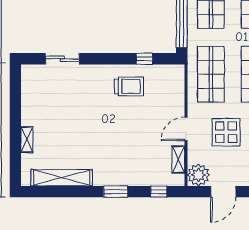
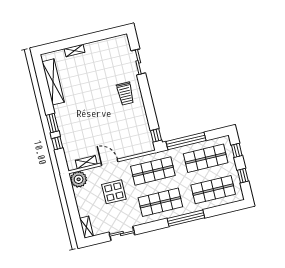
window: (144, 59) -> (156, 135), moved
trolley: (129, 86) -> (125, 94), moved
window: (159, 192) -> (57, 143), moved
door: (223, 192) -> (71, 200), removed

